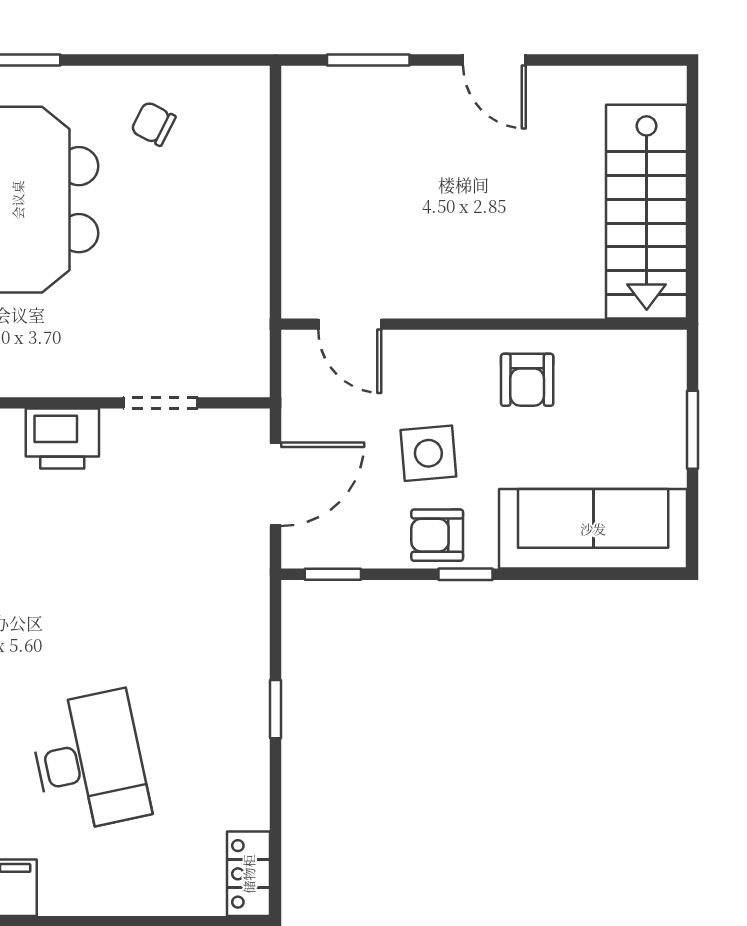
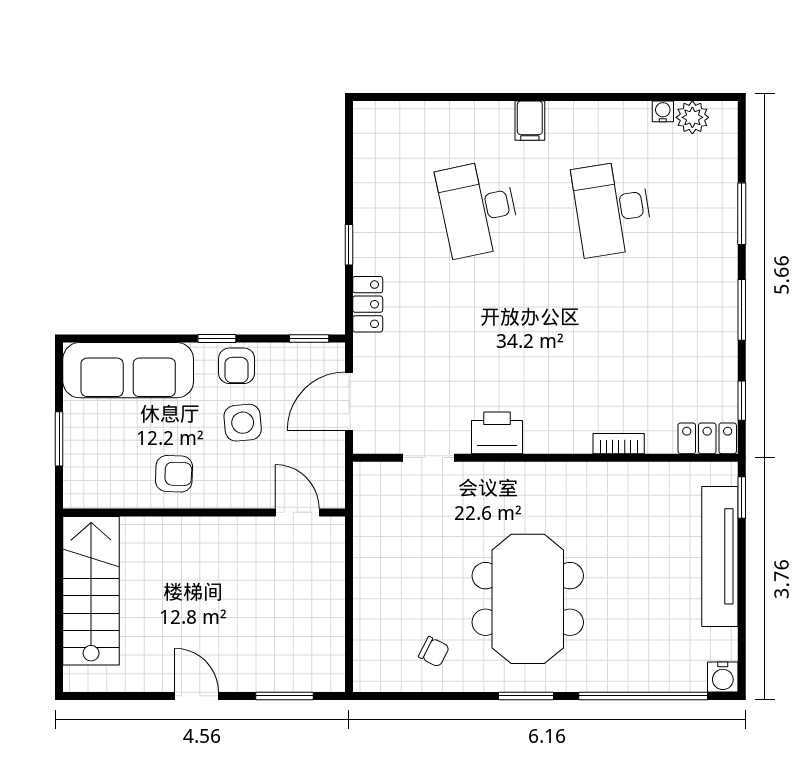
armchair: (527, 380) -> (174, 474), turned 92
armchair: (437, 535) -> (237, 366), turned 90
locker: (249, 874) -> (368, 304), moved

